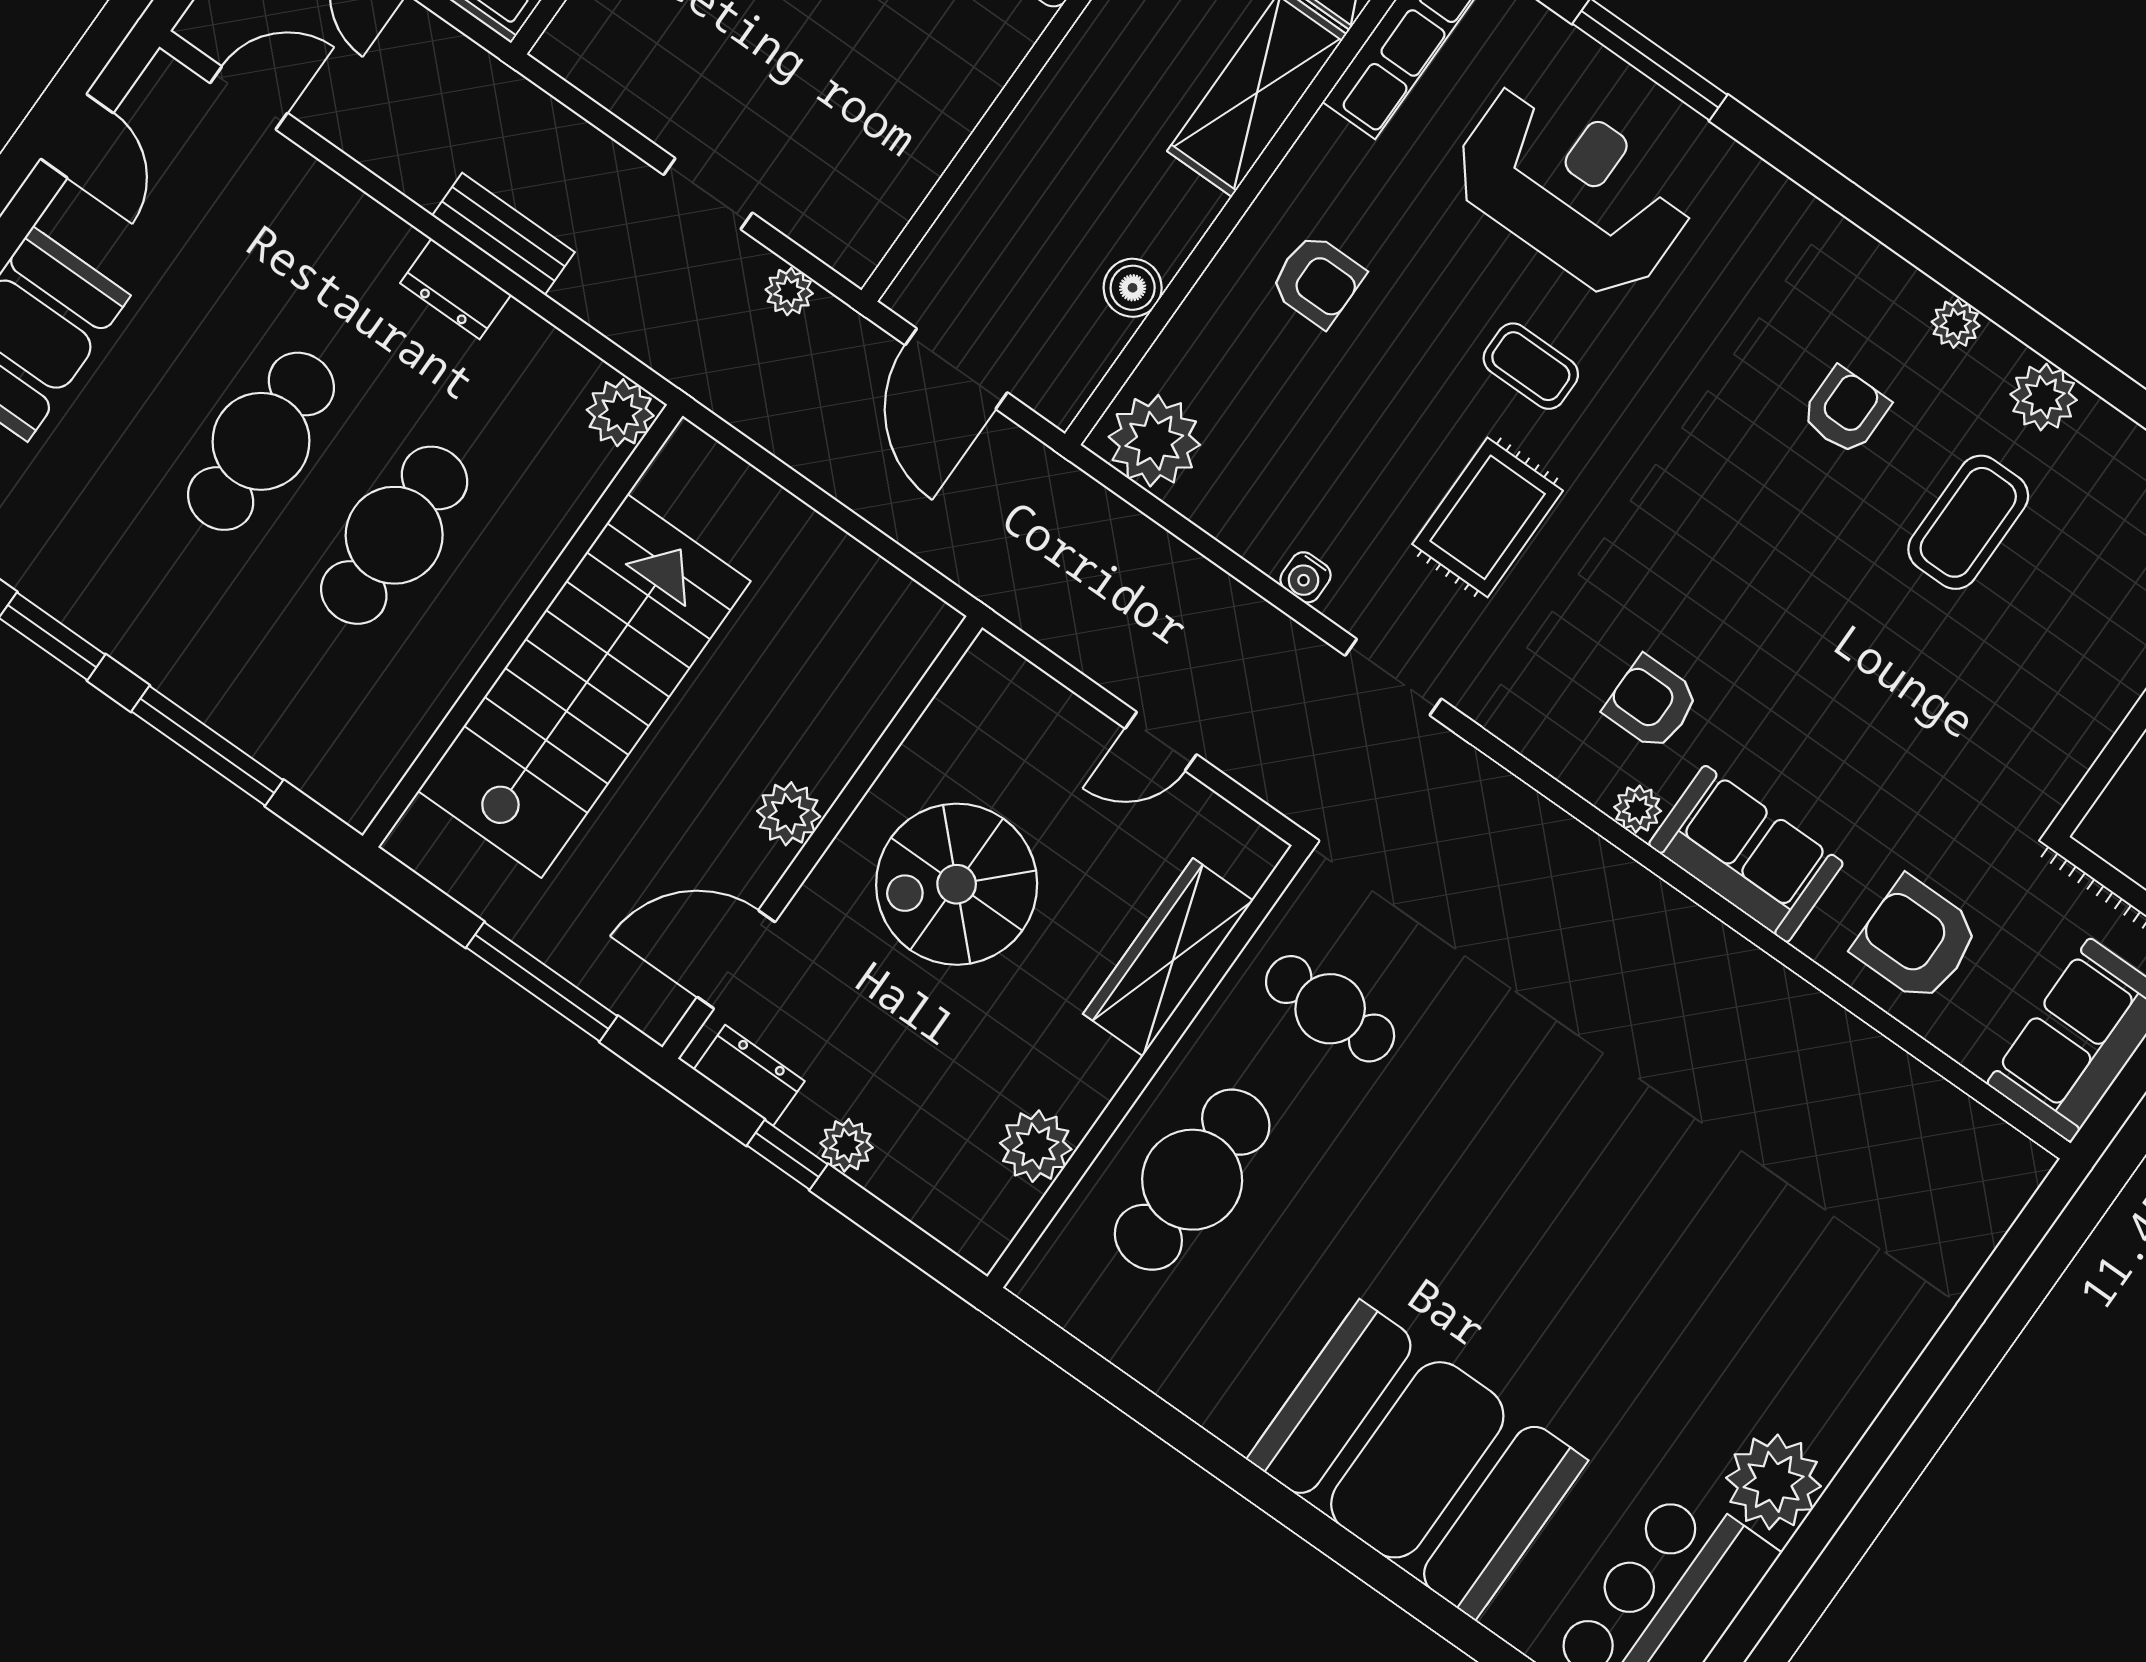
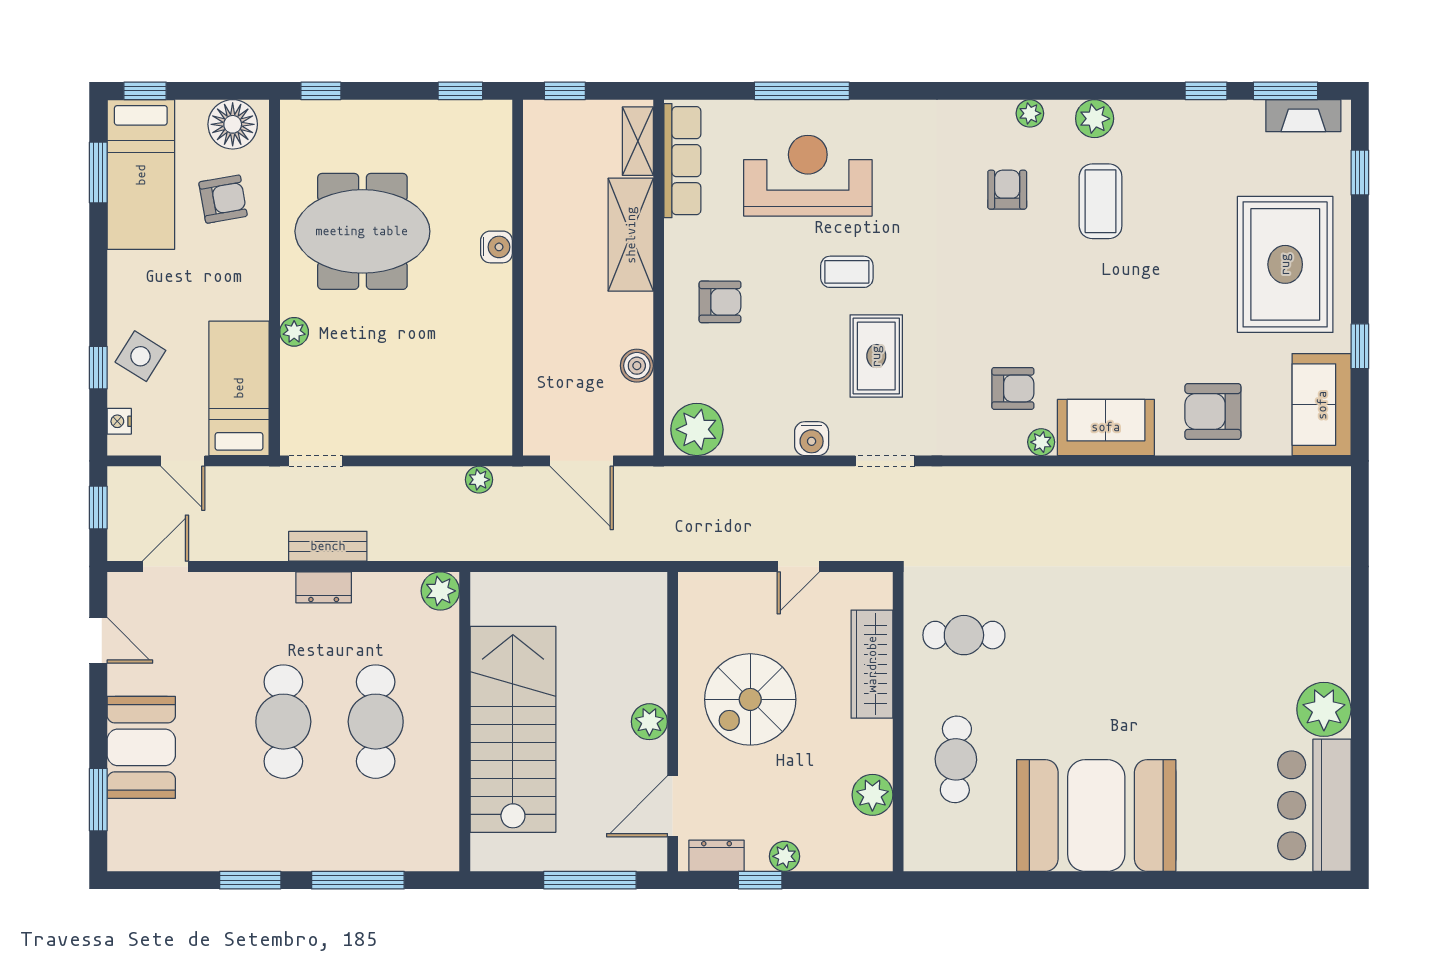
doorway: (708, 194) -> (316, 461), moved
water cooler: (1306, 577) -> (812, 439), width x1.38, depth x1.38
armchair: (1651, 703) -> (1013, 388), turned 180
cafe table: (1192, 1180) -> (956, 759), width x0.73, depth x0.74
booth: (1417, 1460) -> (1096, 816), moved

